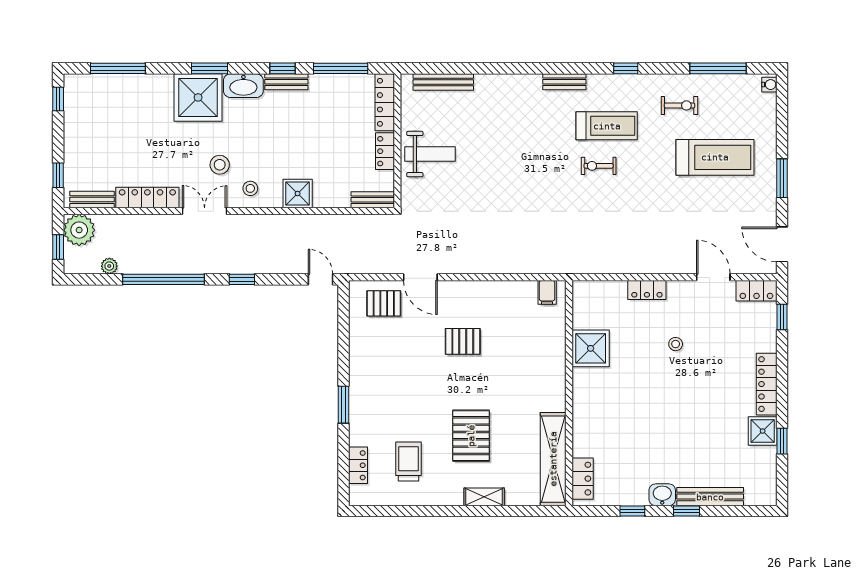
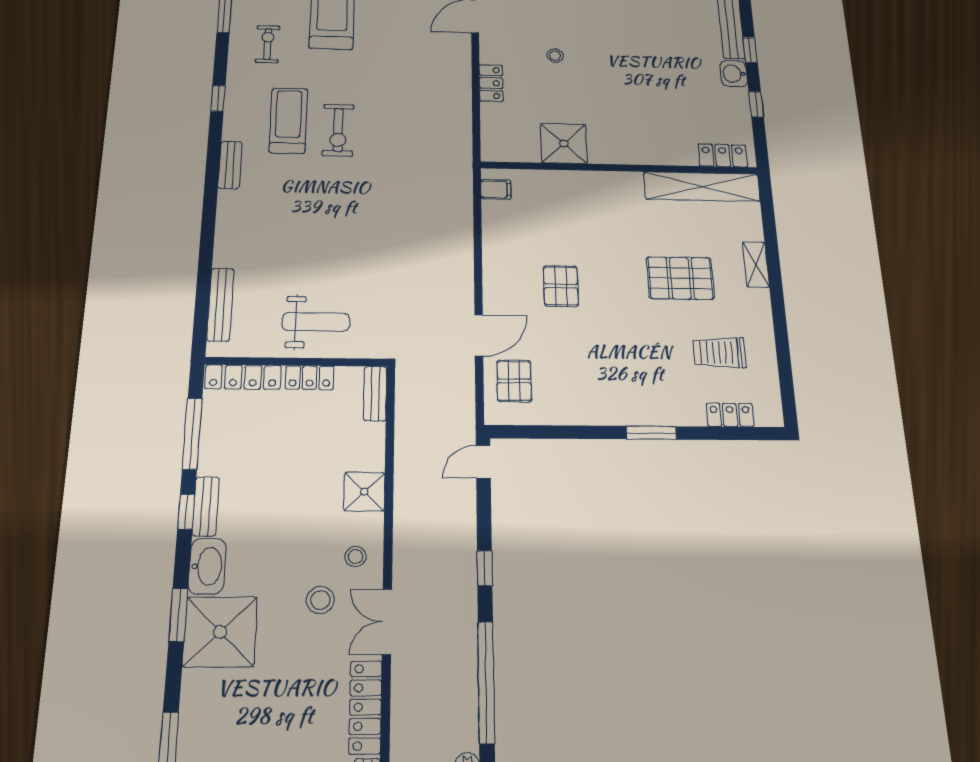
weight bench: (430, 154) -> (316, 322), turned 90
exercise bike: (599, 166) -> (338, 130), width x1.38, depth x1.39

